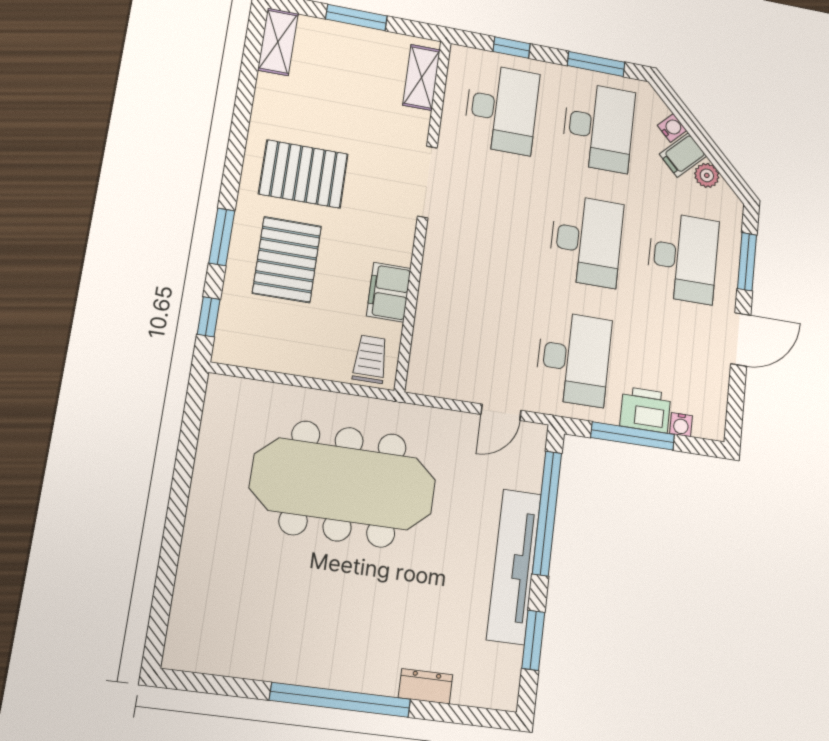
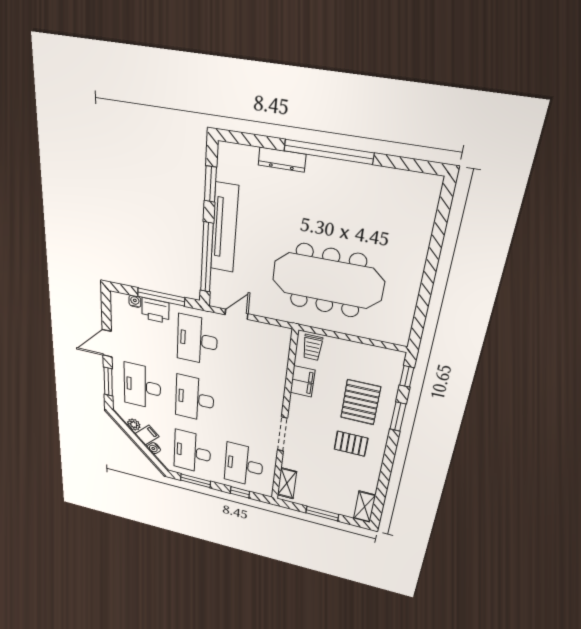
pallet: (303, 174) -> (351, 444), width x0.67, depth x0.71
dresser: (426, 686) -> (282, 160), width x1.44

